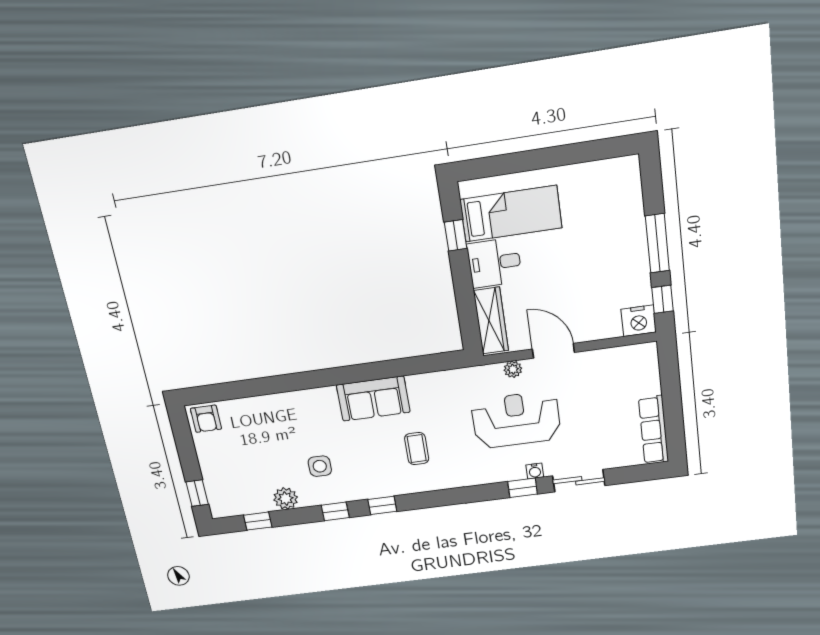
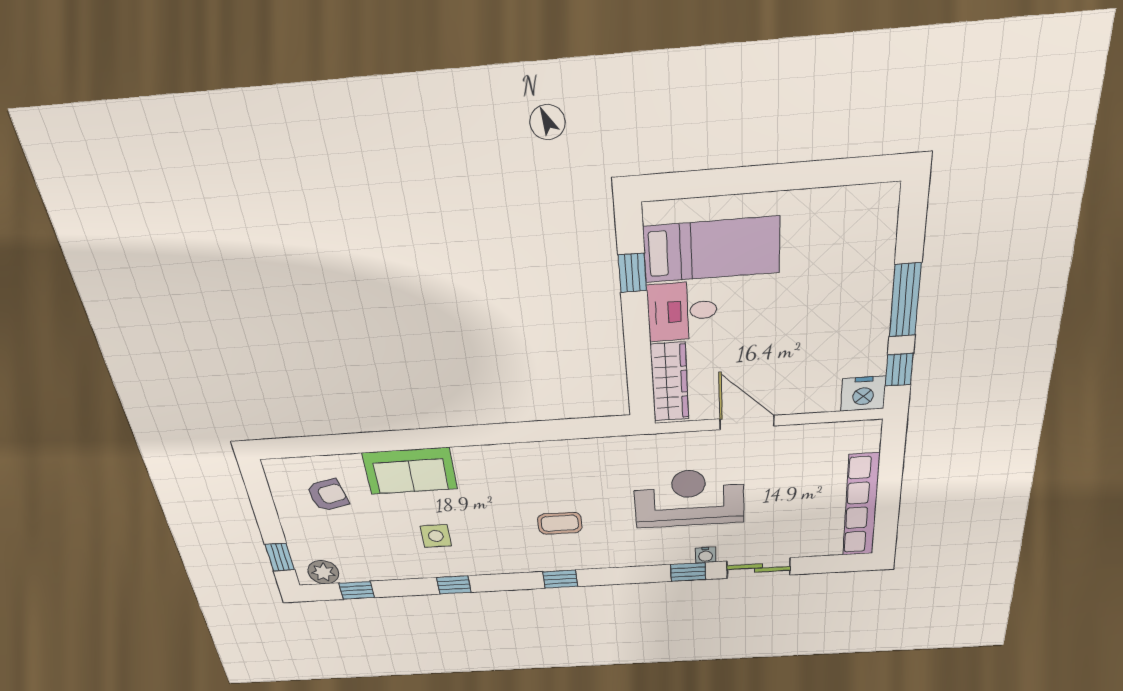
plant: (513, 369) -> (692, 441), removed
sofa: (373, 399) -> (410, 471), moved
armchair: (206, 419) -> (328, 495), moved, turned -103
row of seats: (654, 430) -> (861, 505), width x1.36
coffee table: (417, 449) -> (560, 523), turned 90
plant: (286, 499) -> (323, 572), moved
window: (382, 505) -> (560, 579), moved

